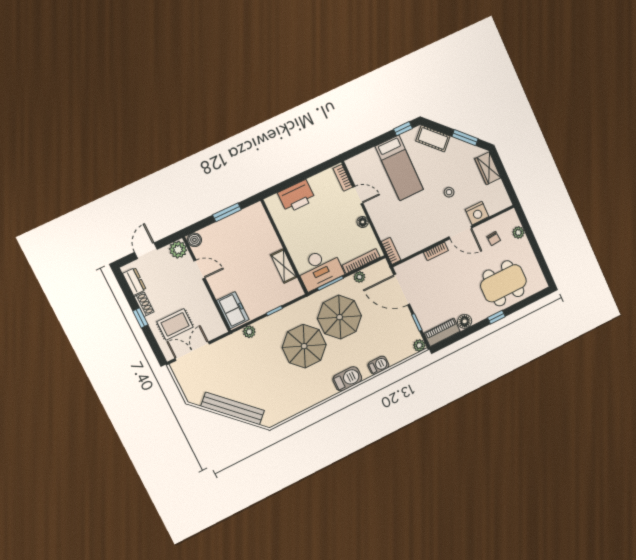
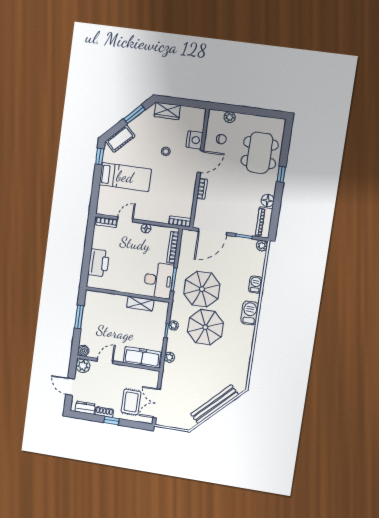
plant: (359, 277) -> (174, 325), moved
freezer: (233, 310) -> (142, 357), width x1.40

